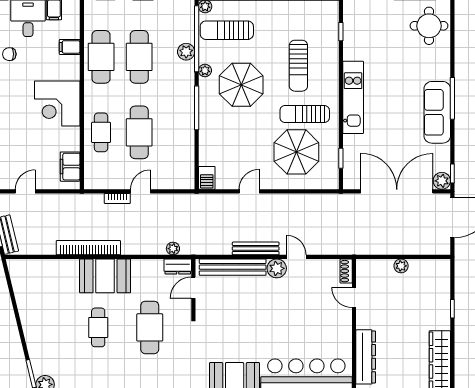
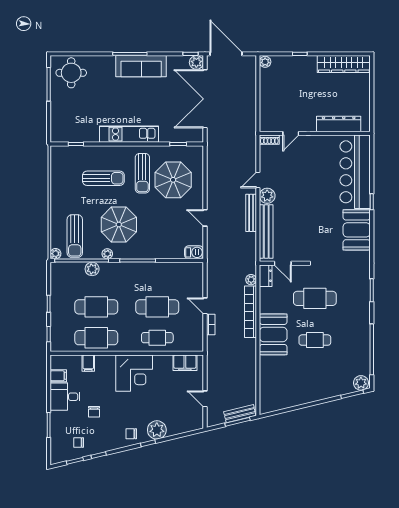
bookcase: (88, 248) -> (250, 312), moved
plant: (401, 266) -> (265, 62), moved

